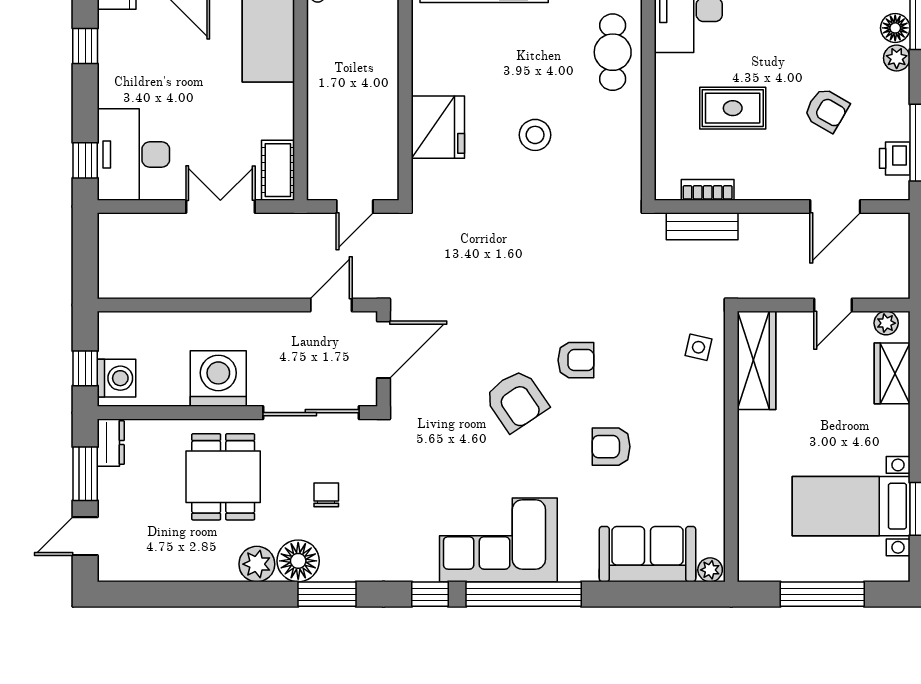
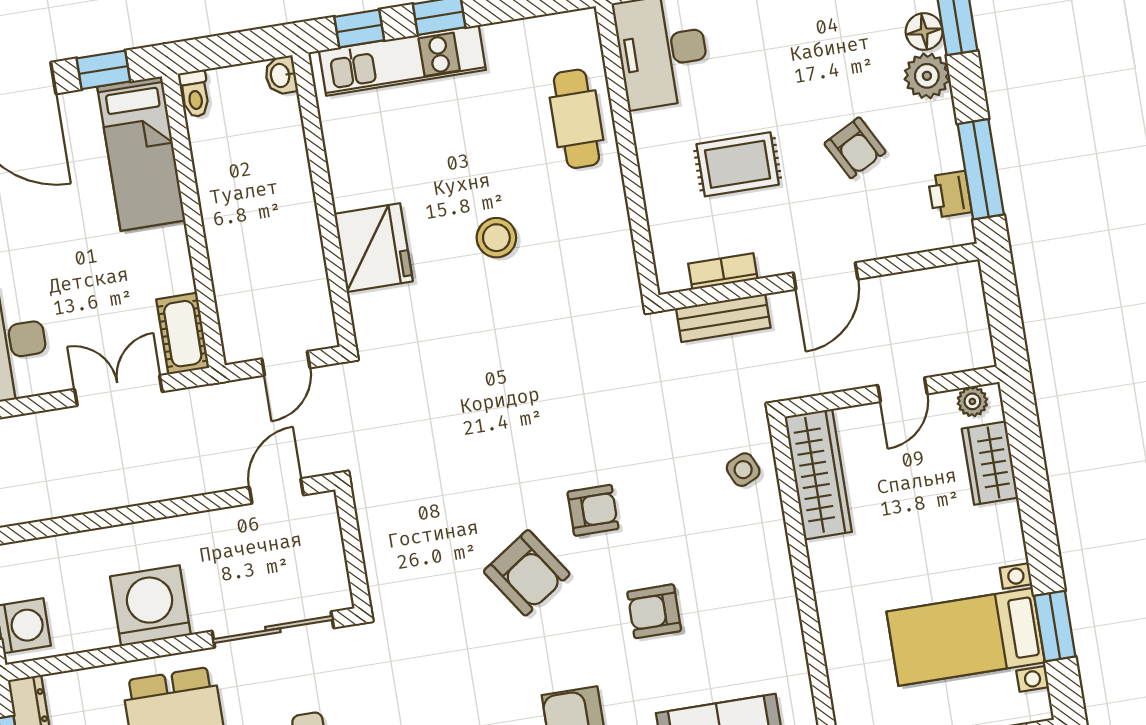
plant: (897, 58) -> (927, 76), width x1.38, depth x1.38
armchair: (827, 110) -> (855, 148), turned 32
door: (835, 206) -> (826, 276), moved
side table: (698, 347) -> (743, 470), turned -37
door: (384, 350) -> (351, 536), removed

